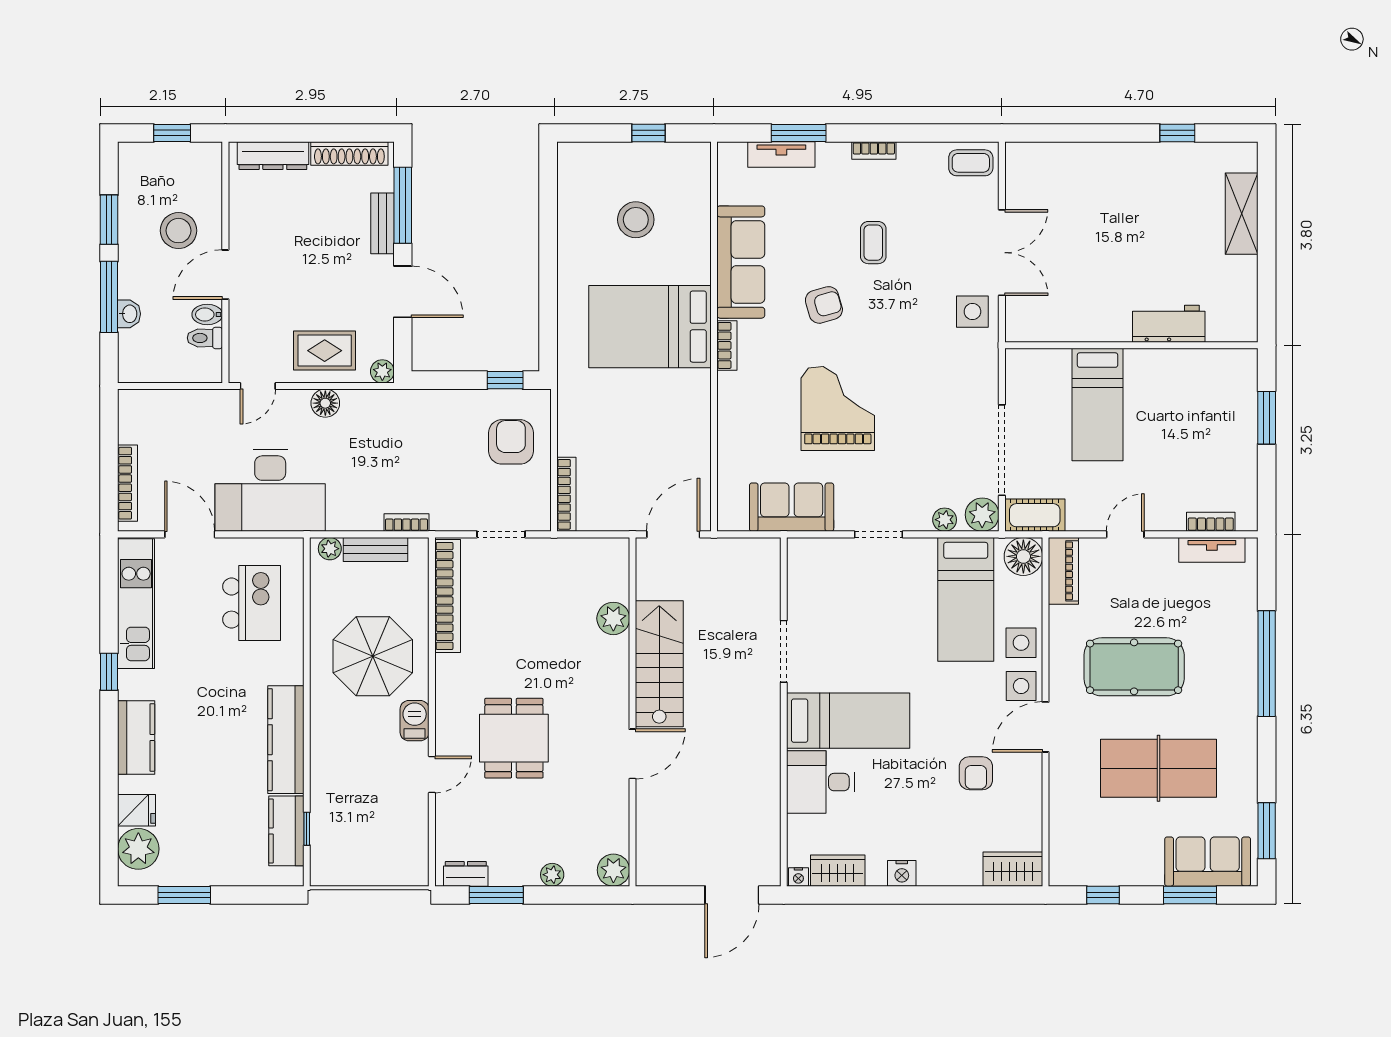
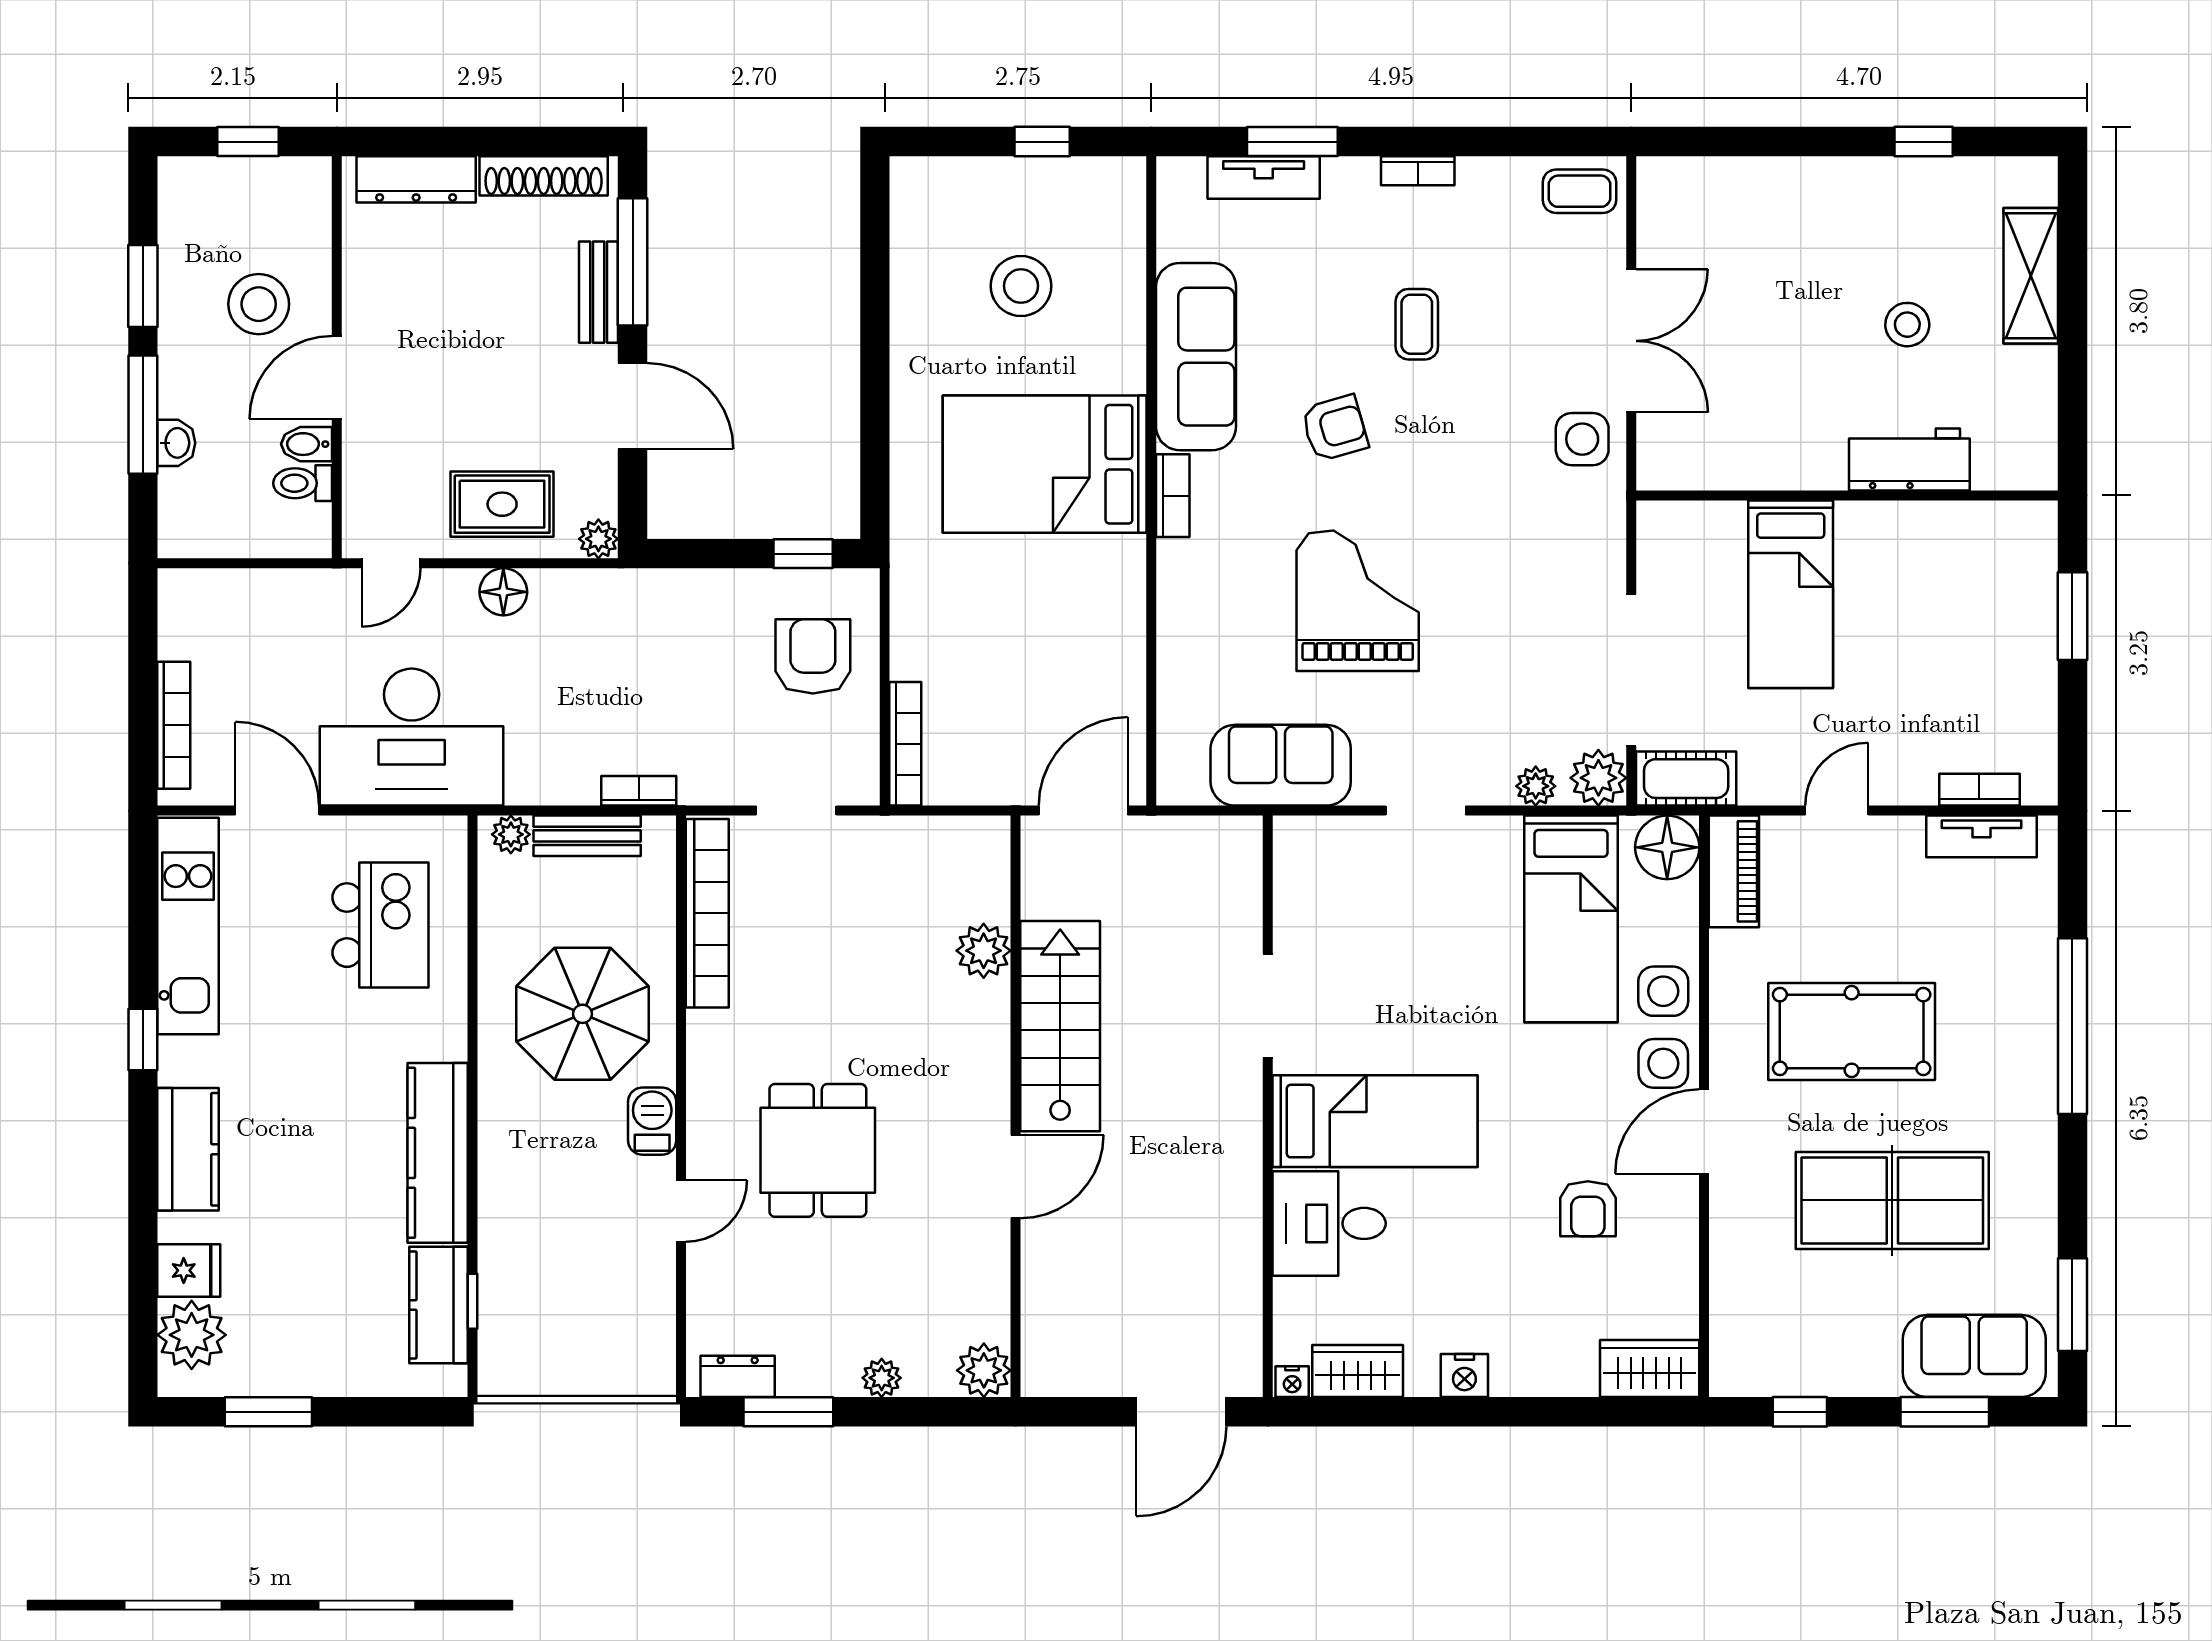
stool: (1167, 243) -> (1907, 325), added

